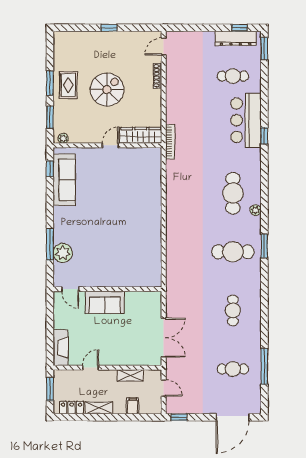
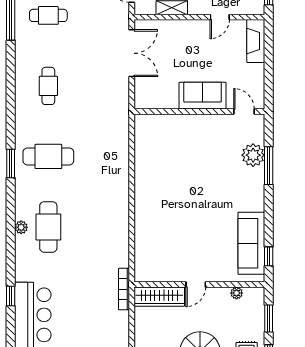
plant: (63, 138) -> (237, 293), moved
plant: (256, 210) -> (21, 227), moved
double door: (164, 338) -> (132, 53), swing flipped

